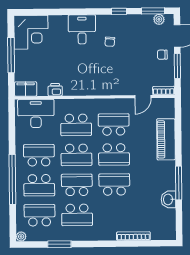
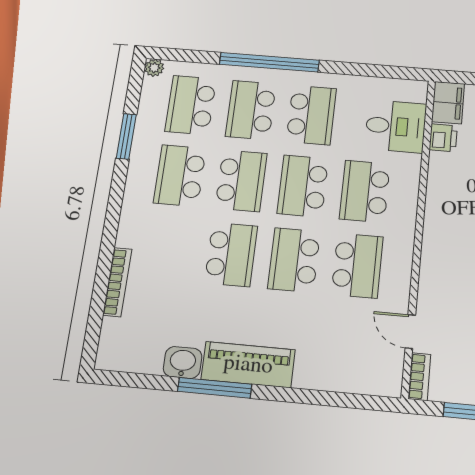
printer: (55, 90) -> (443, 138), moved
desk: (36, 114) -> (396, 126), width x0.73
piano: (166, 139) -> (248, 365), moved
school desk: (40, 215) -> (191, 105), turned 180

